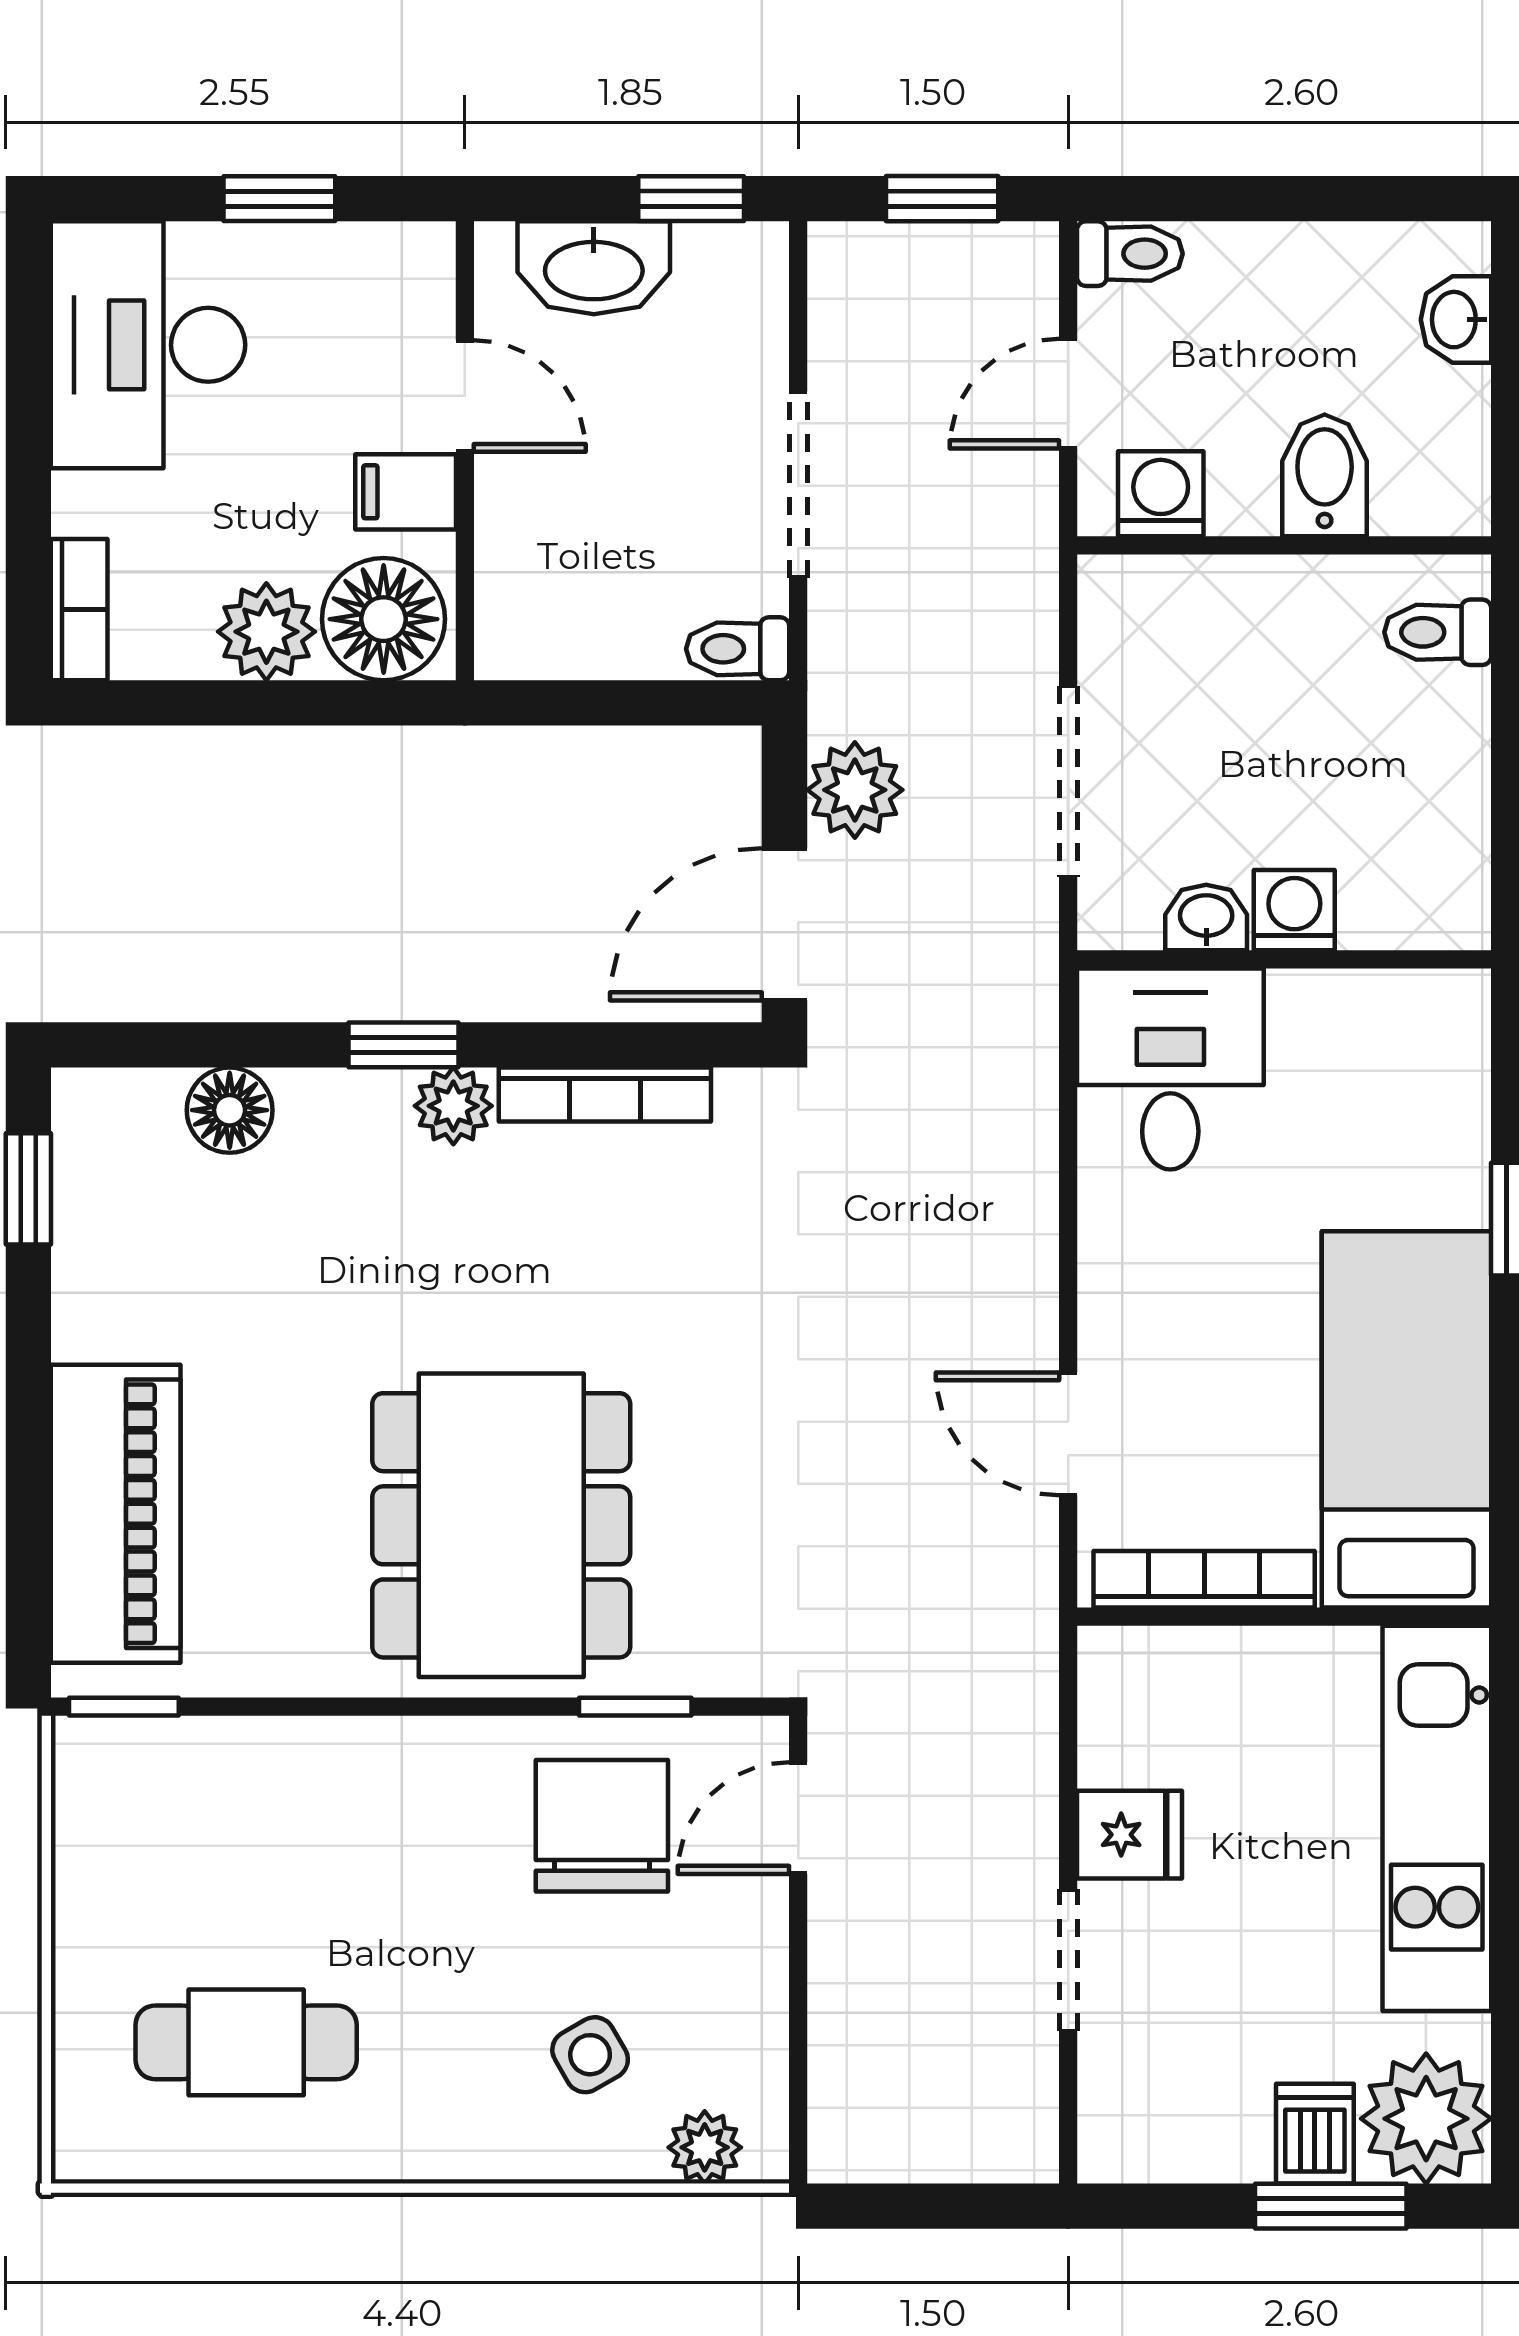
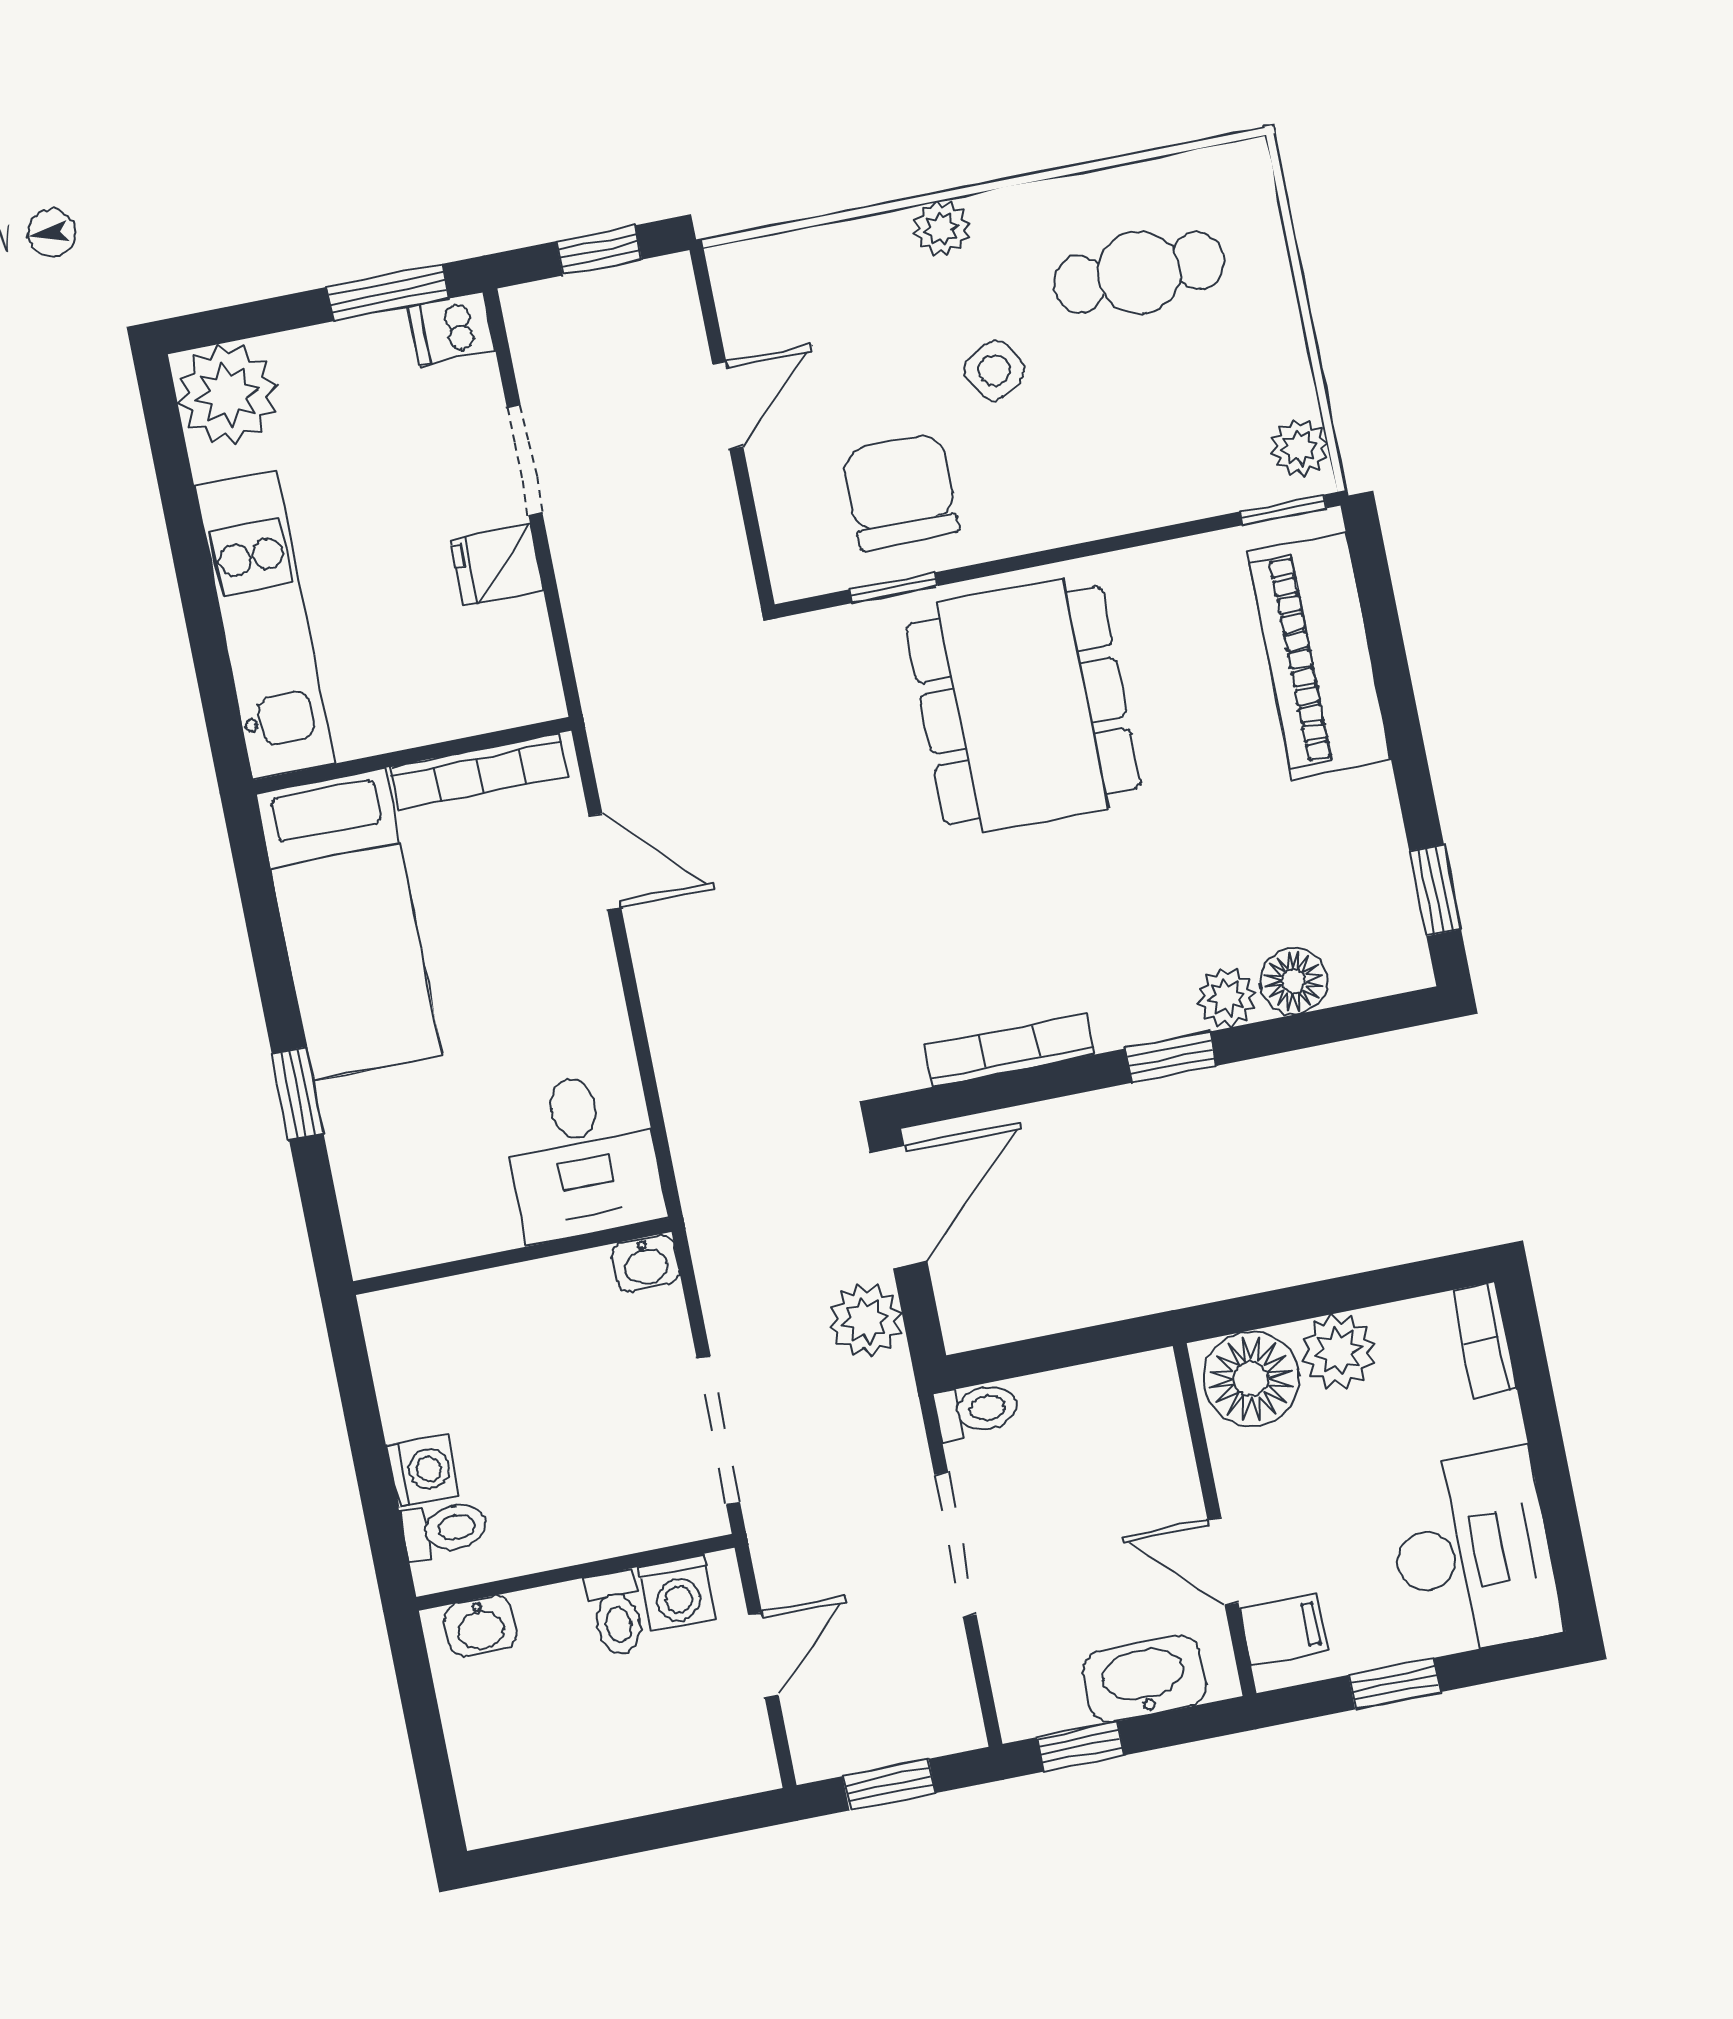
toilet: (1130, 254) -> (616, 1613), moved, turned -90
washbasin: (1456, 320) -> (481, 1626), moved, turned 90
bidet: (1325, 475) -> (555, 1632), removed
filing cabinet: (406, 492) -> (1284, 1629), moved
doorway: (1068, 782) -> (718, 1430), moved
washing machine: (1294, 910) -> (423, 1470), moved, turned -90
washbasin: (1206, 918) -> (646, 1263), moved
plant: (453, 1106) -> (1227, 998), moved
plant: (88, 1781) -> (1299, 448), added
door: (798, 1818) -> (728, 405), moved
chair: (602, 1826) -> (901, 492), turned 180
side table: (590, 2055) -> (994, 370), moved
dishwasher: (1315, 2134) -> (451, 328), moved, turned 90
plant: (705, 2147) -> (942, 229), moved
window: (921, 2206) -> (599, 250), added
window: (1331, 2206) -> (388, 293), moved

